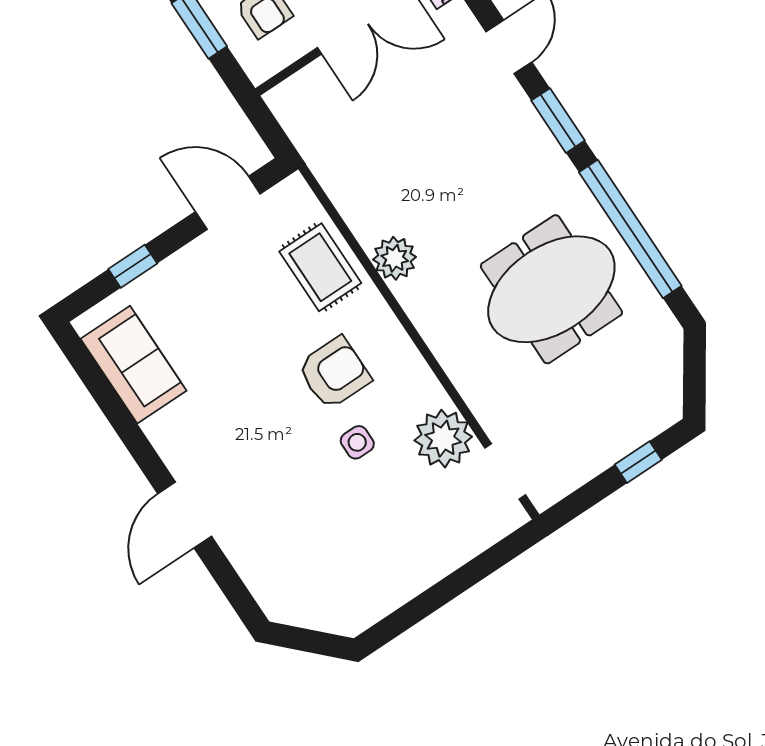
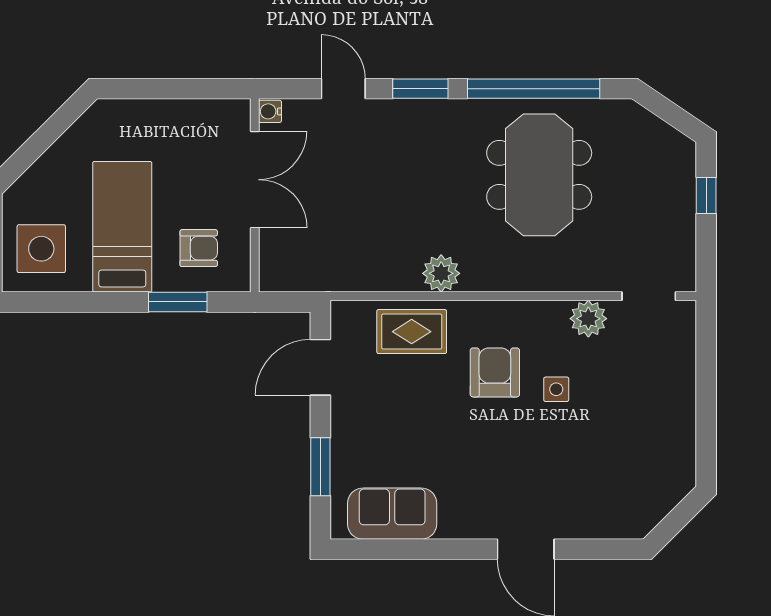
window: (133, 266) -> (320, 467), width x1.50
plant: (443, 439) -> (588, 319), width x0.73, depth x0.73

